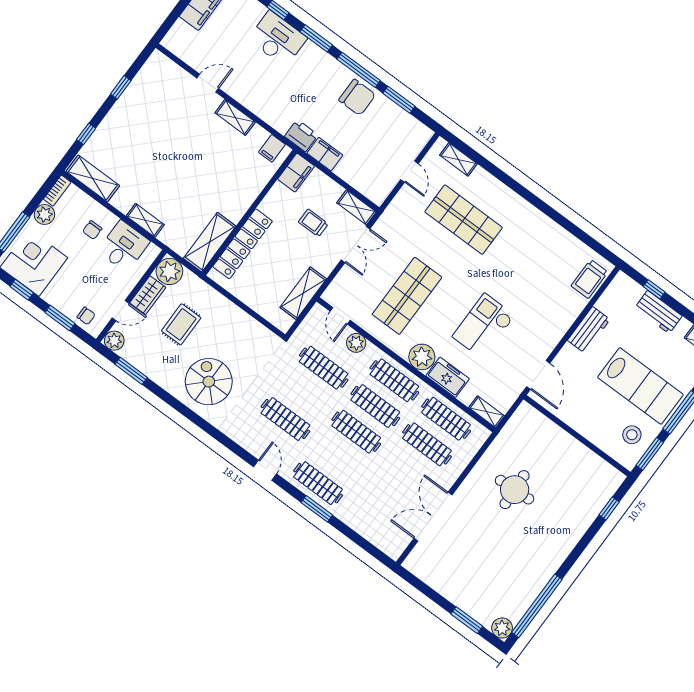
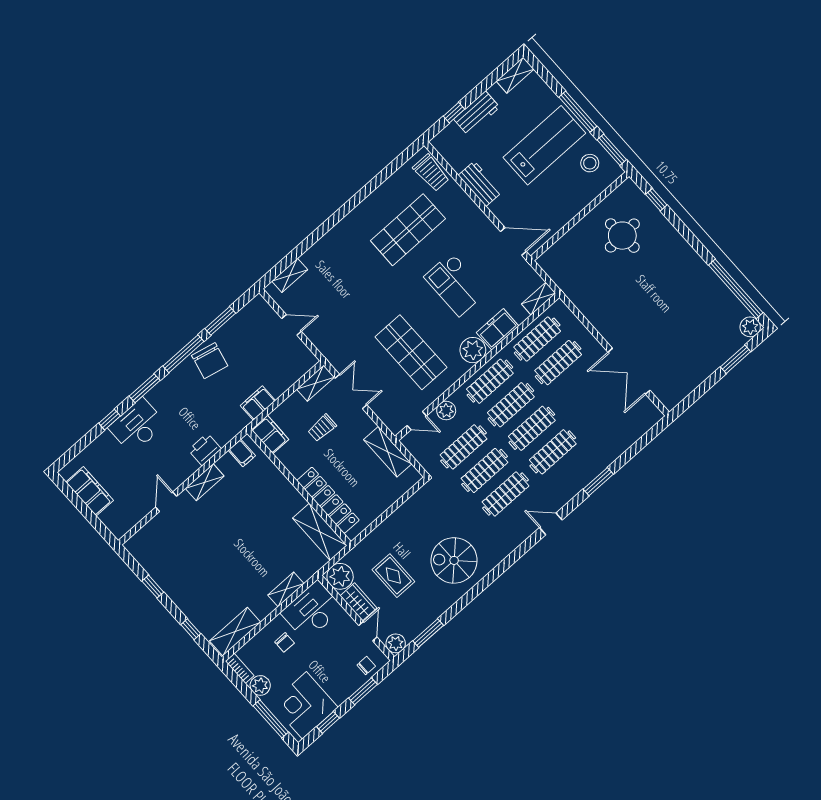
chair: (357, 97) -> (210, 361), turned 103
printer: (301, 136) -> (205, 449), moved
shop shelf: (464, 220) -> (408, 230), moved
desk: (124, 246) -> (312, 611), width x1.37
clothes rail: (305, 393) -> (484, 470), added
clothes rail: (318, 483) -> (553, 452), moved
round table: (515, 490) -> (622, 236), moved

